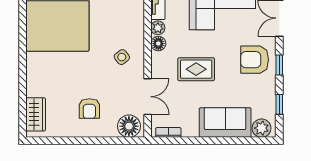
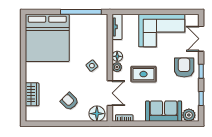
plant: (158, 28) -> (117, 67), moved
armchair: (255, 60) -> (184, 67), turned 90
armchair: (89, 109) -> (69, 101), turned 135
wardrobe: (36, 114) -> (32, 94), moved

